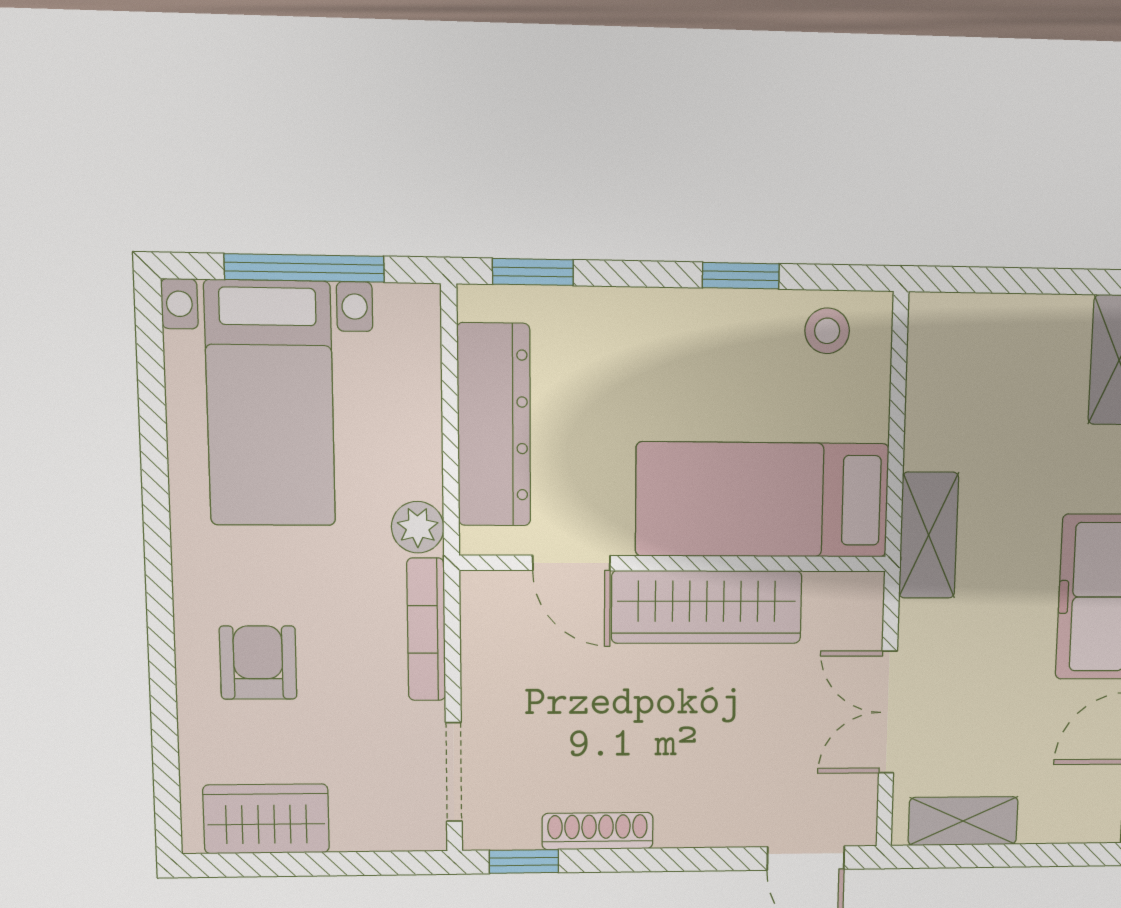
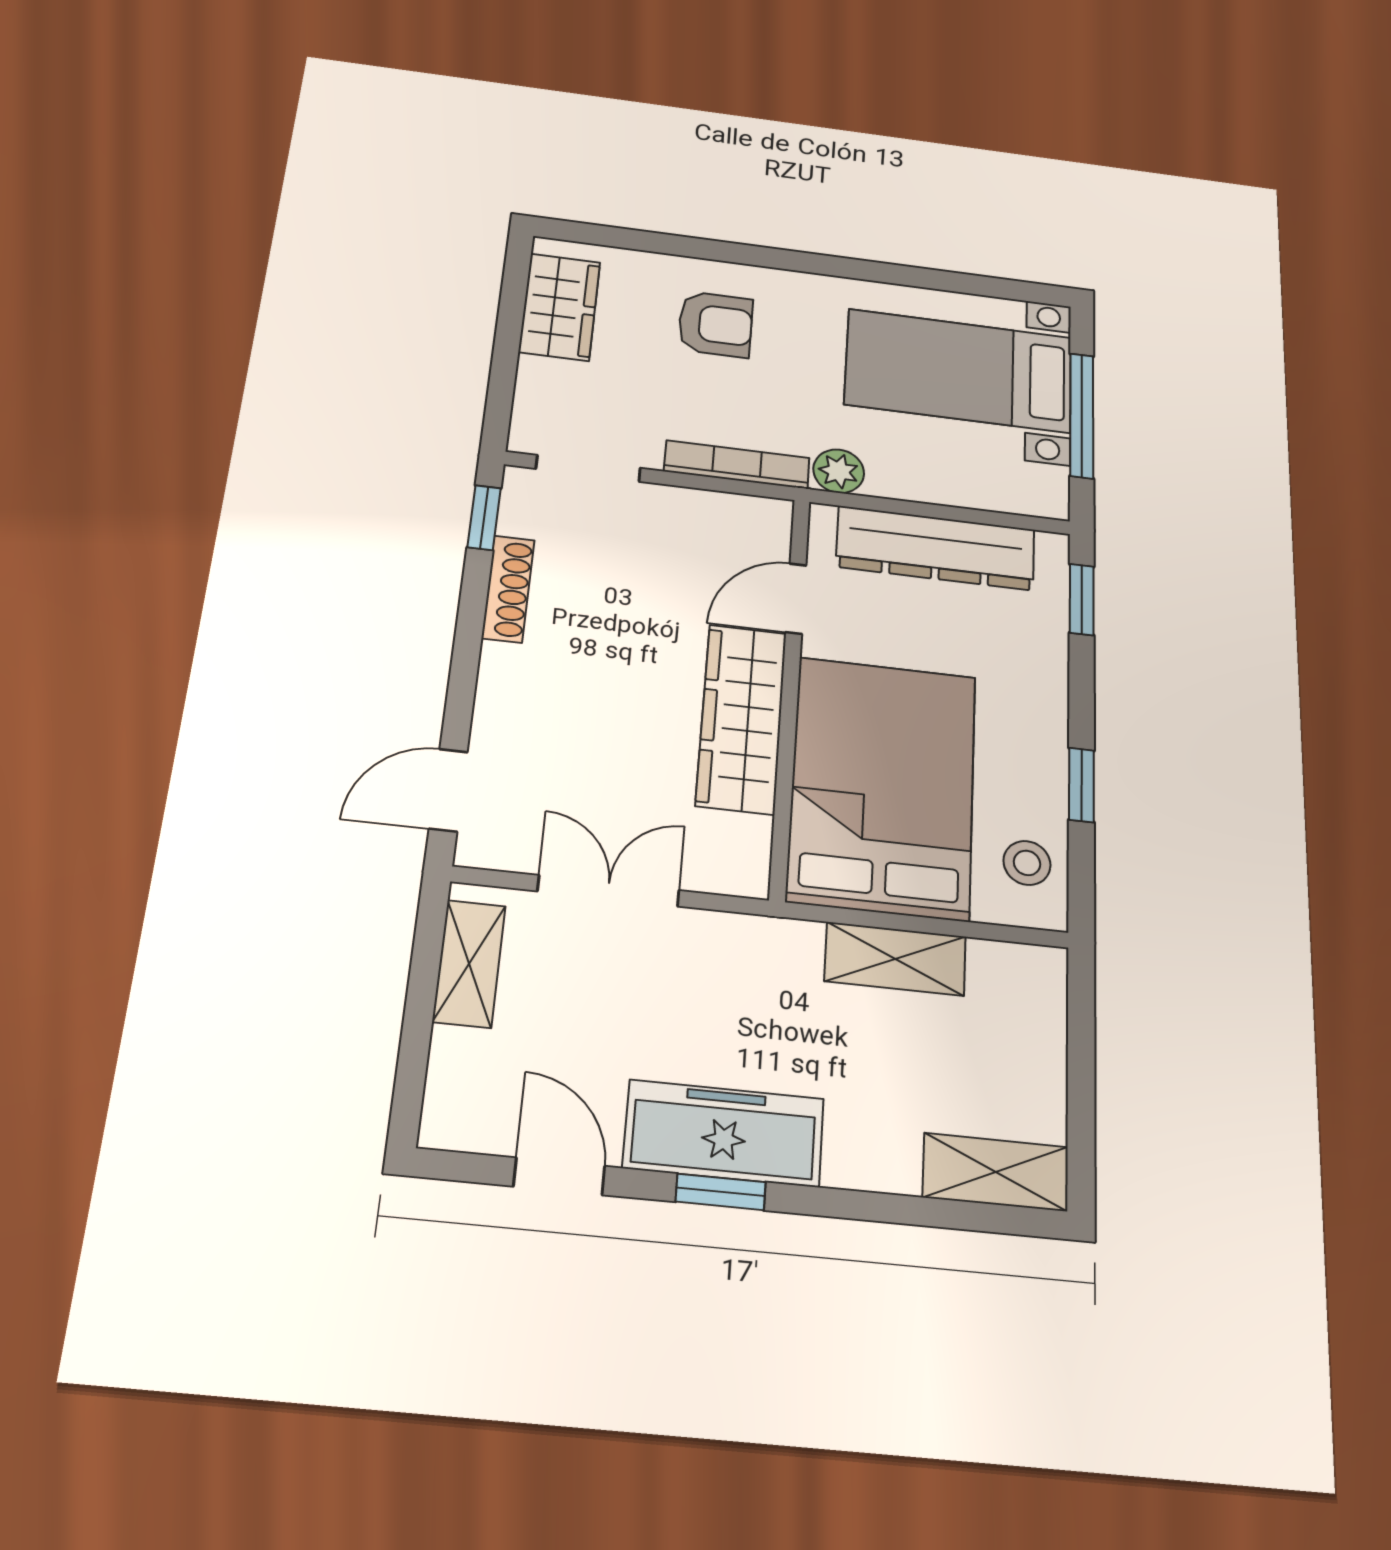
bed: (762, 500) -> (883, 787), width x1.50
shelving: (929, 535) -> (895, 959), moved

